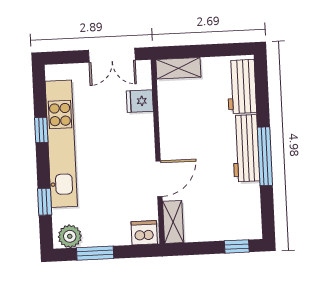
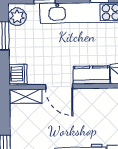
kitchen counter: (143, 137) -> (91, 75), added

